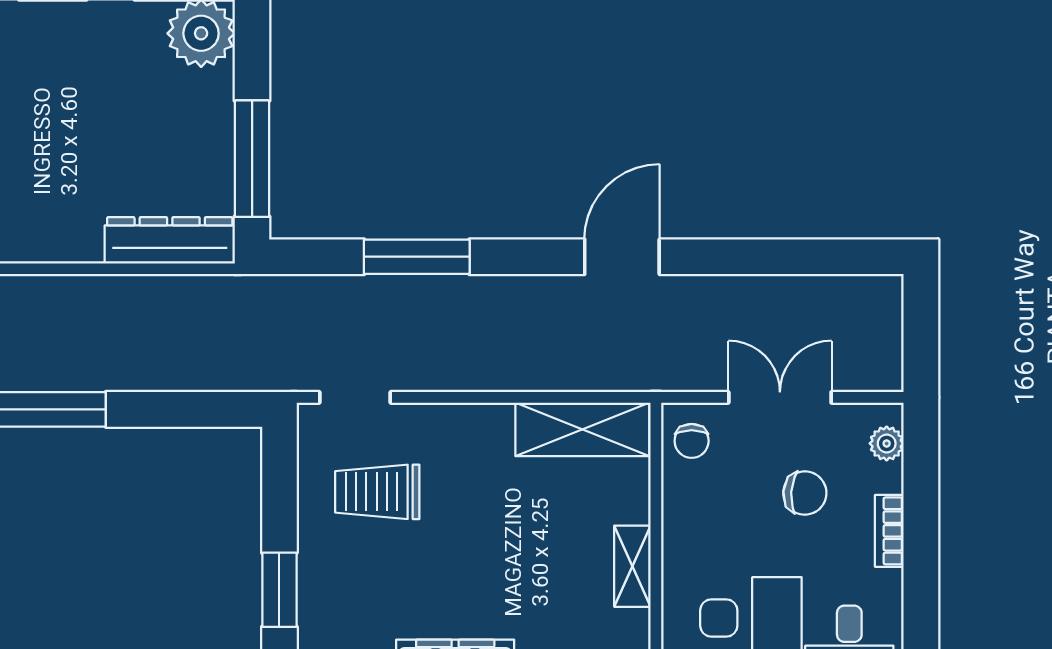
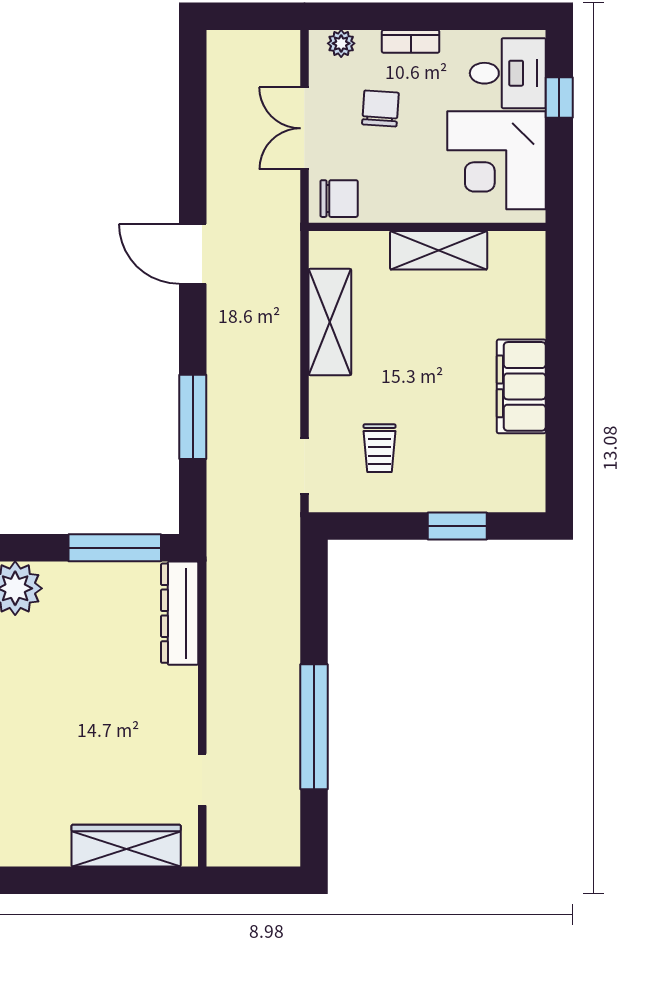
shelving: (582, 429) -> (330, 322), moved
chair: (692, 441) -> (339, 199), width x1.37, depth x1.37
trolley: (377, 492) -> (380, 448), width x0.73, depth x0.72
shelving: (632, 566) -> (439, 250), width x1.50, depth x1.33

